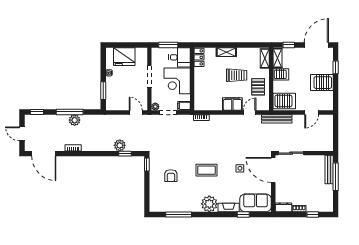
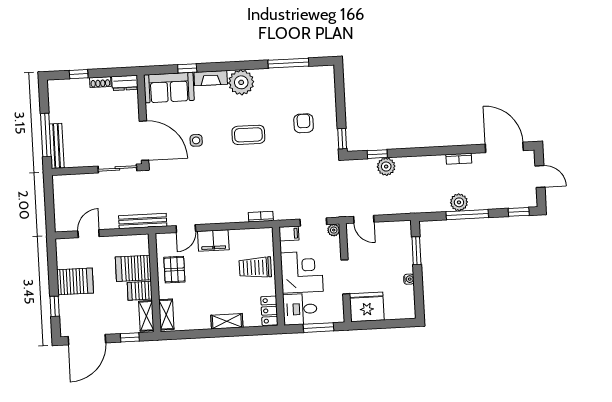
fridge: (124, 57) -> (367, 307), moved
trolley: (237, 75) -> (255, 267), moved
server rack: (284, 101) -> (133, 268), moved

